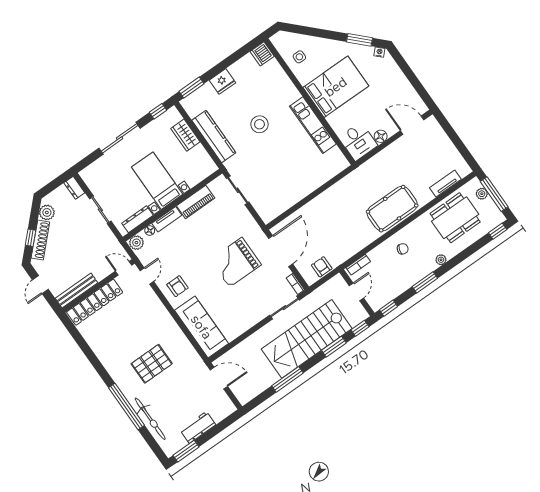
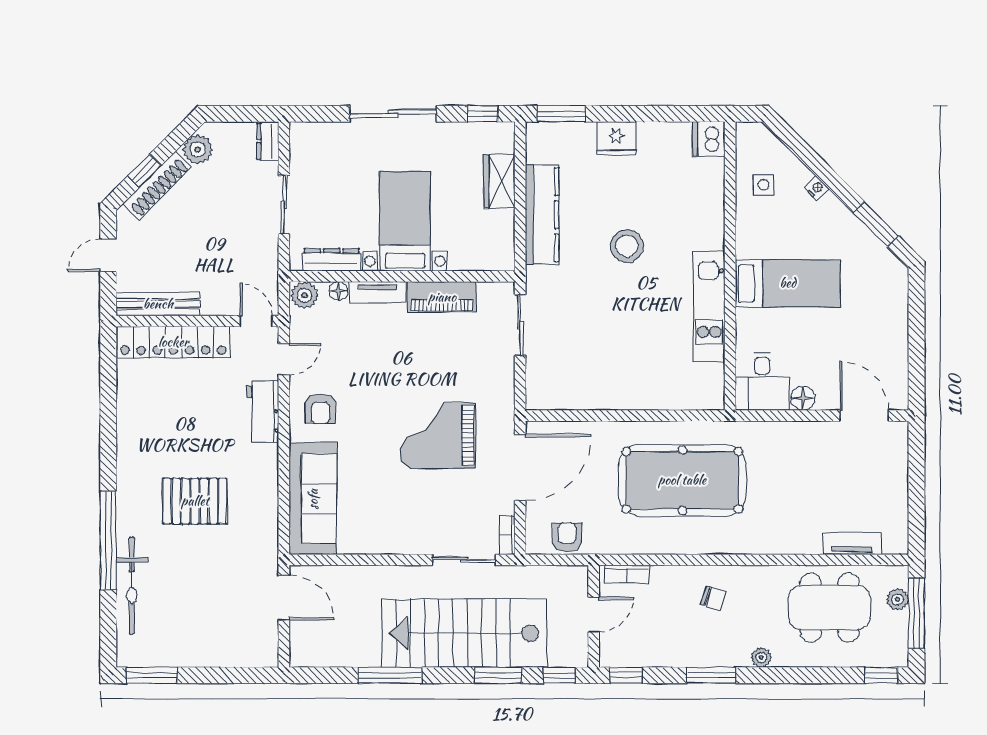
nightstand: (379, 52) -> (816, 188), moved
bed: (336, 87) -> (788, 283), width x0.67
pool table: (392, 209) -> (682, 480), moved, width x1.36, depth x1.32
workbench: (198, 427) -> (263, 412), moved, turned -90

